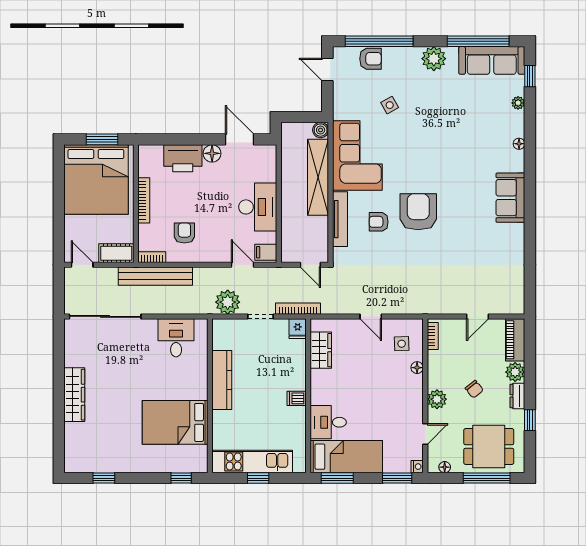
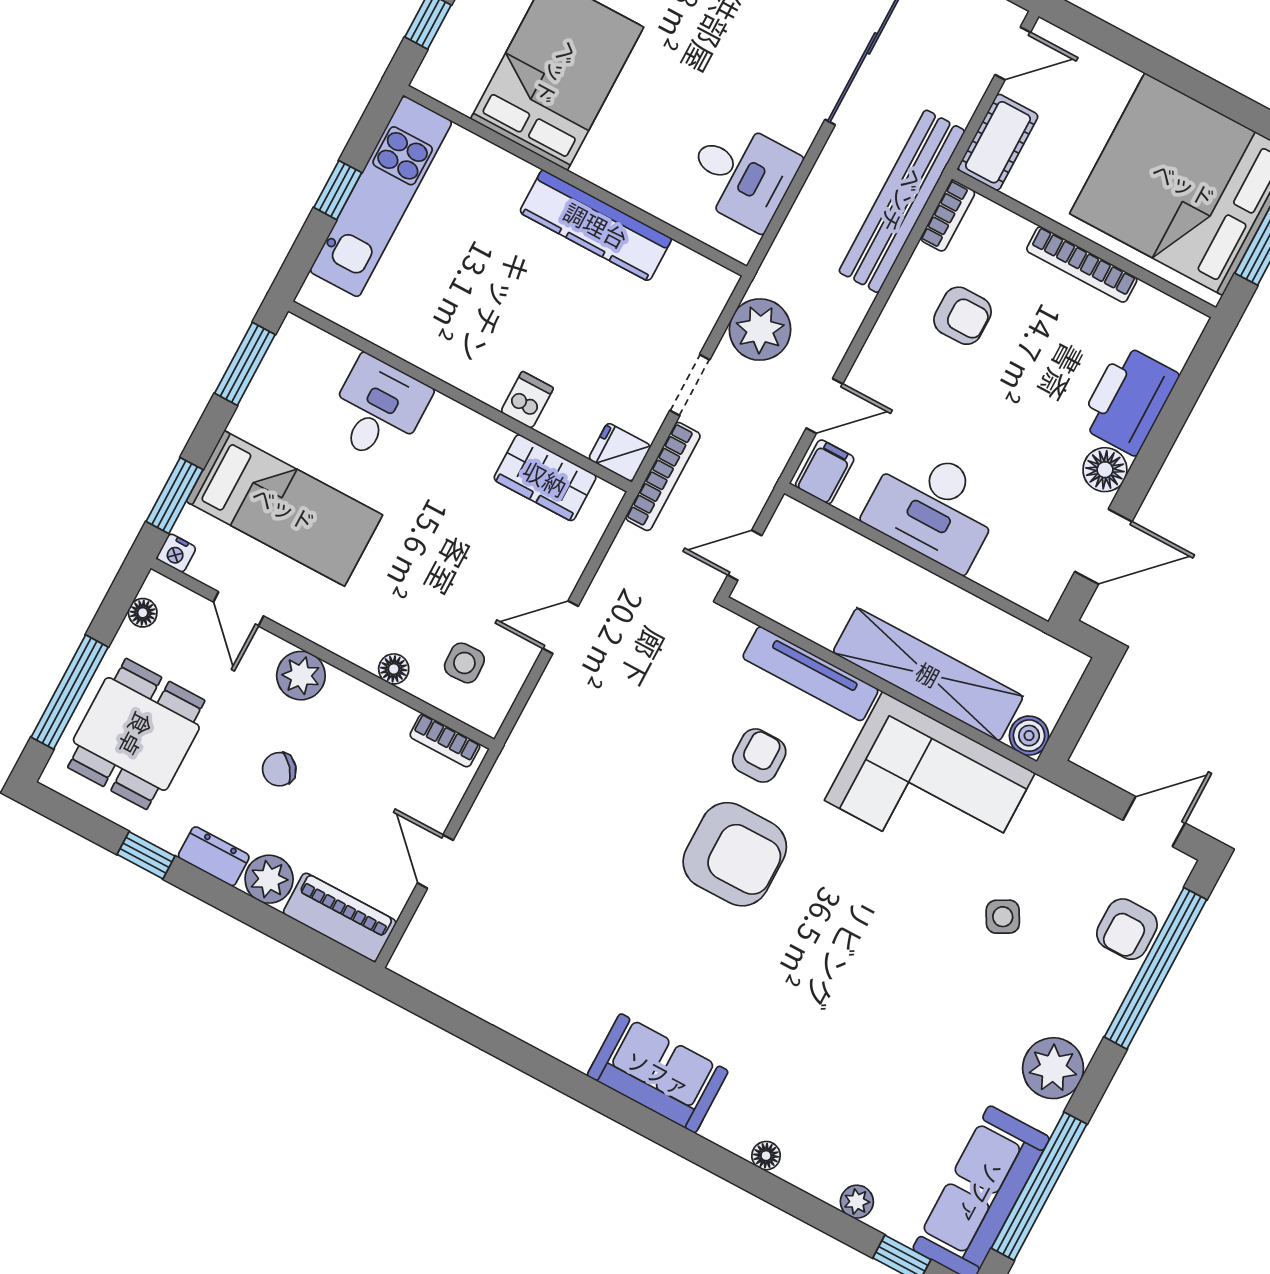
dishwasher: (297, 398) -> (527, 400), moved
bed: (346, 457) -> (284, 508), moved, turned -90

